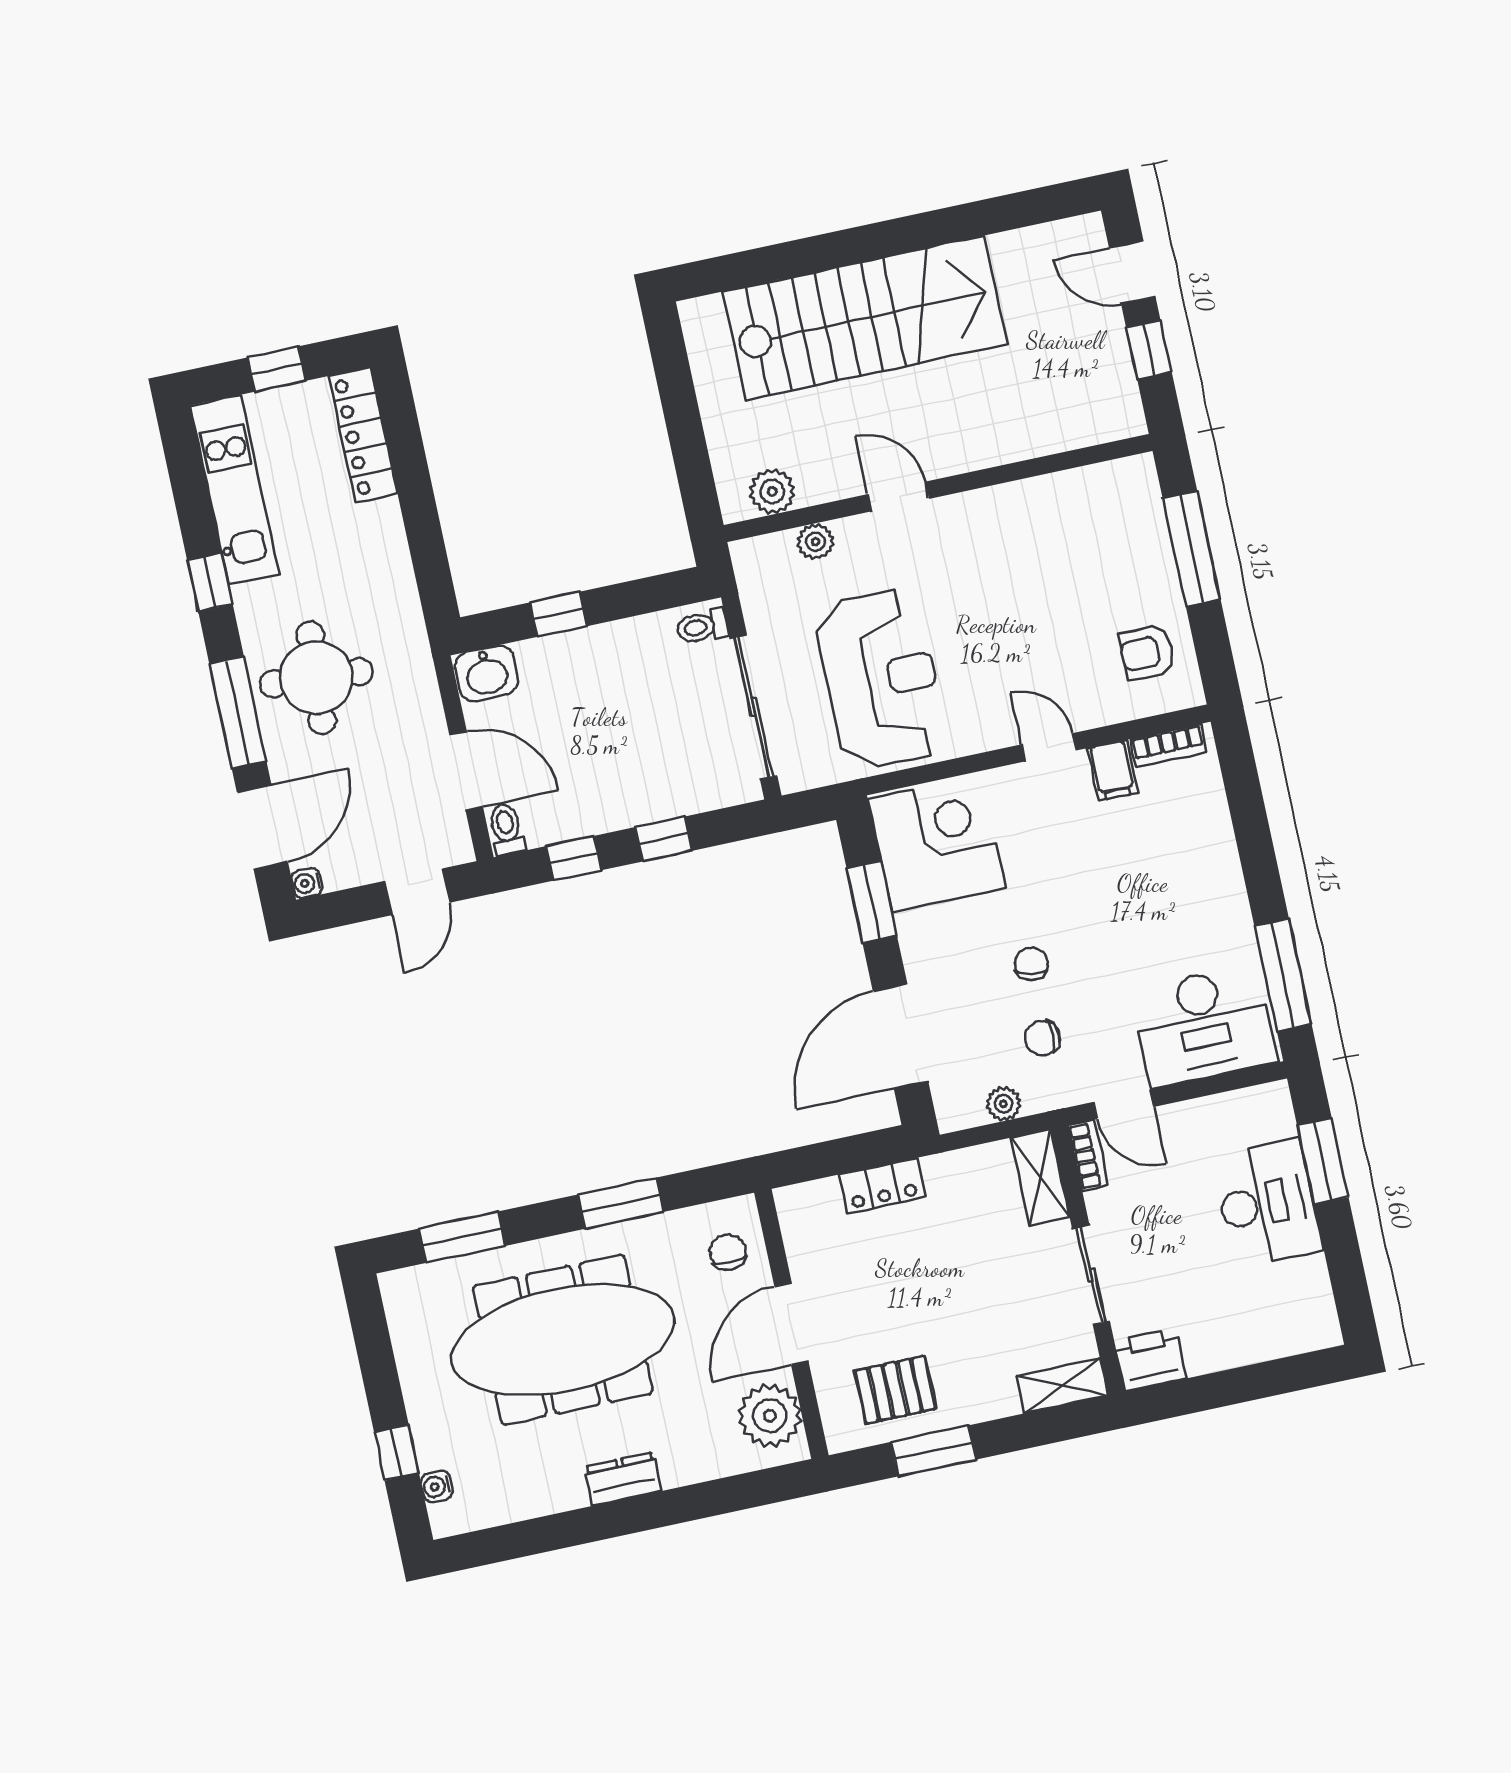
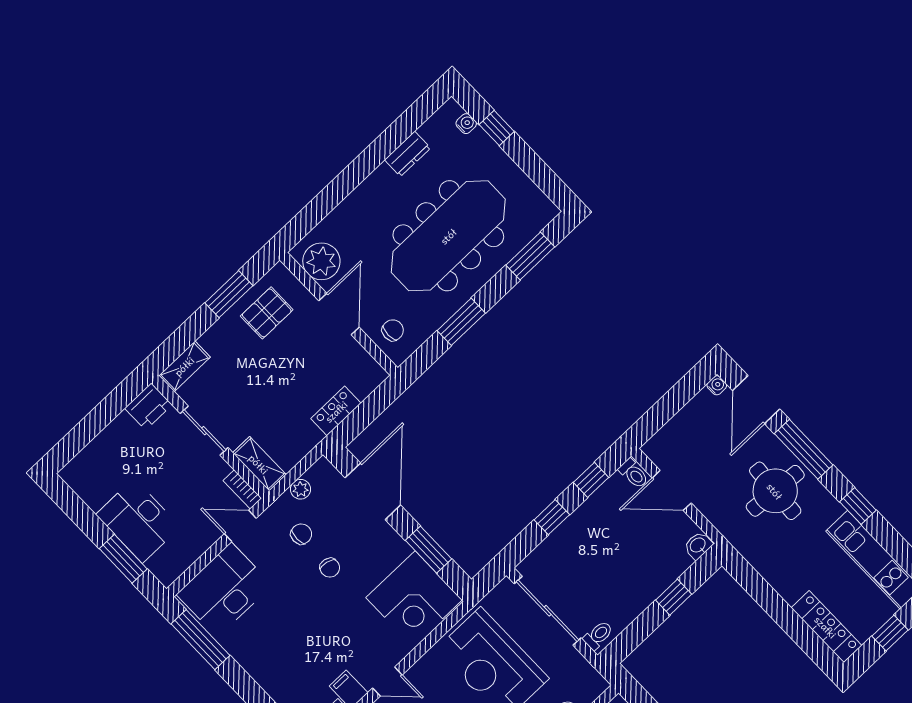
washbasin: (487, 673) -> (698, 545), width x0.72, depth x0.69
door: (417, 892) -> (659, 415), removed
chair: (728, 1252) -> (393, 330), turned -90
dresser: (623, 1479) -> (408, 154), moved

